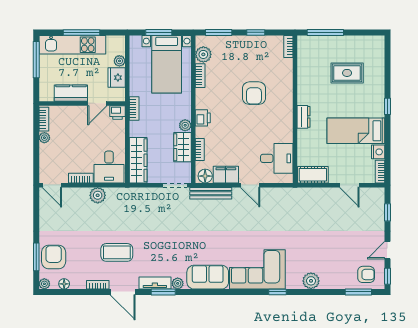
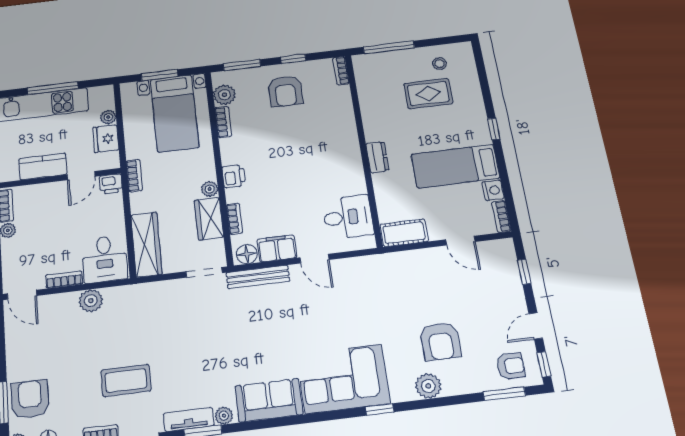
stool: (359, 50) -> (440, 64), added
armchair: (254, 93) -> (285, 91), moved
armchair: (324, 252) -> (440, 341), added

